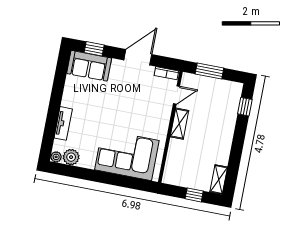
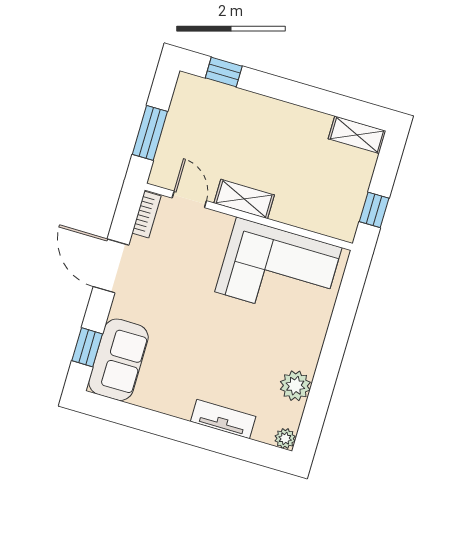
corner sofa: (127, 155) -> (278, 270), moved, turned -90
plant: (71, 157) -> (295, 386), moved
window: (194, 195) -> (374, 210), moved

